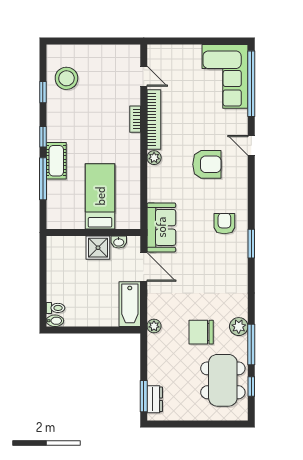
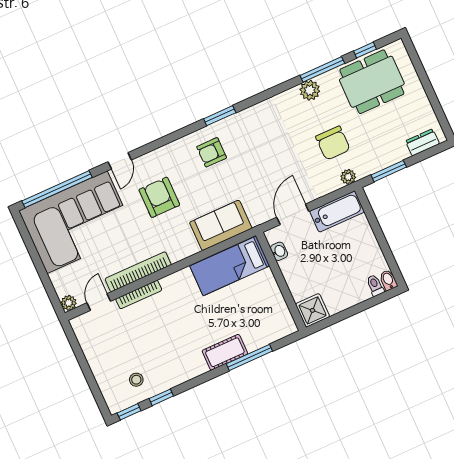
corner sofa: (225, 76) -> (77, 222), width x1.36, depth x1.36
stool: (66, 78) -> (136, 380), width x0.53, depth x0.53
bookcase: (135, 119) -> (139, 295), width x1.56
window: (43, 137) -> (129, 412), moved
plant: (154, 158) -> (69, 303), moved
bed: (100, 196) -> (230, 266), moved
sofa: (161, 227) -> (221, 225), moved
shower: (98, 248) -> (313, 310), moved
chair: (201, 332) -> (333, 143), moved
window: (144, 396) -> (389, 171), moved

